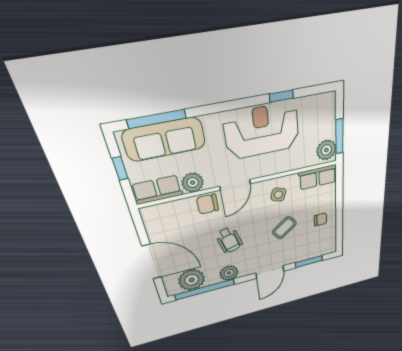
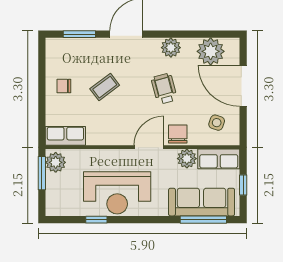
side table: (278, 195) -> (217, 123), moved
chair: (208, 204) -> (178, 134), turned -90
window: (205, 289) -> (200, 34), removed

